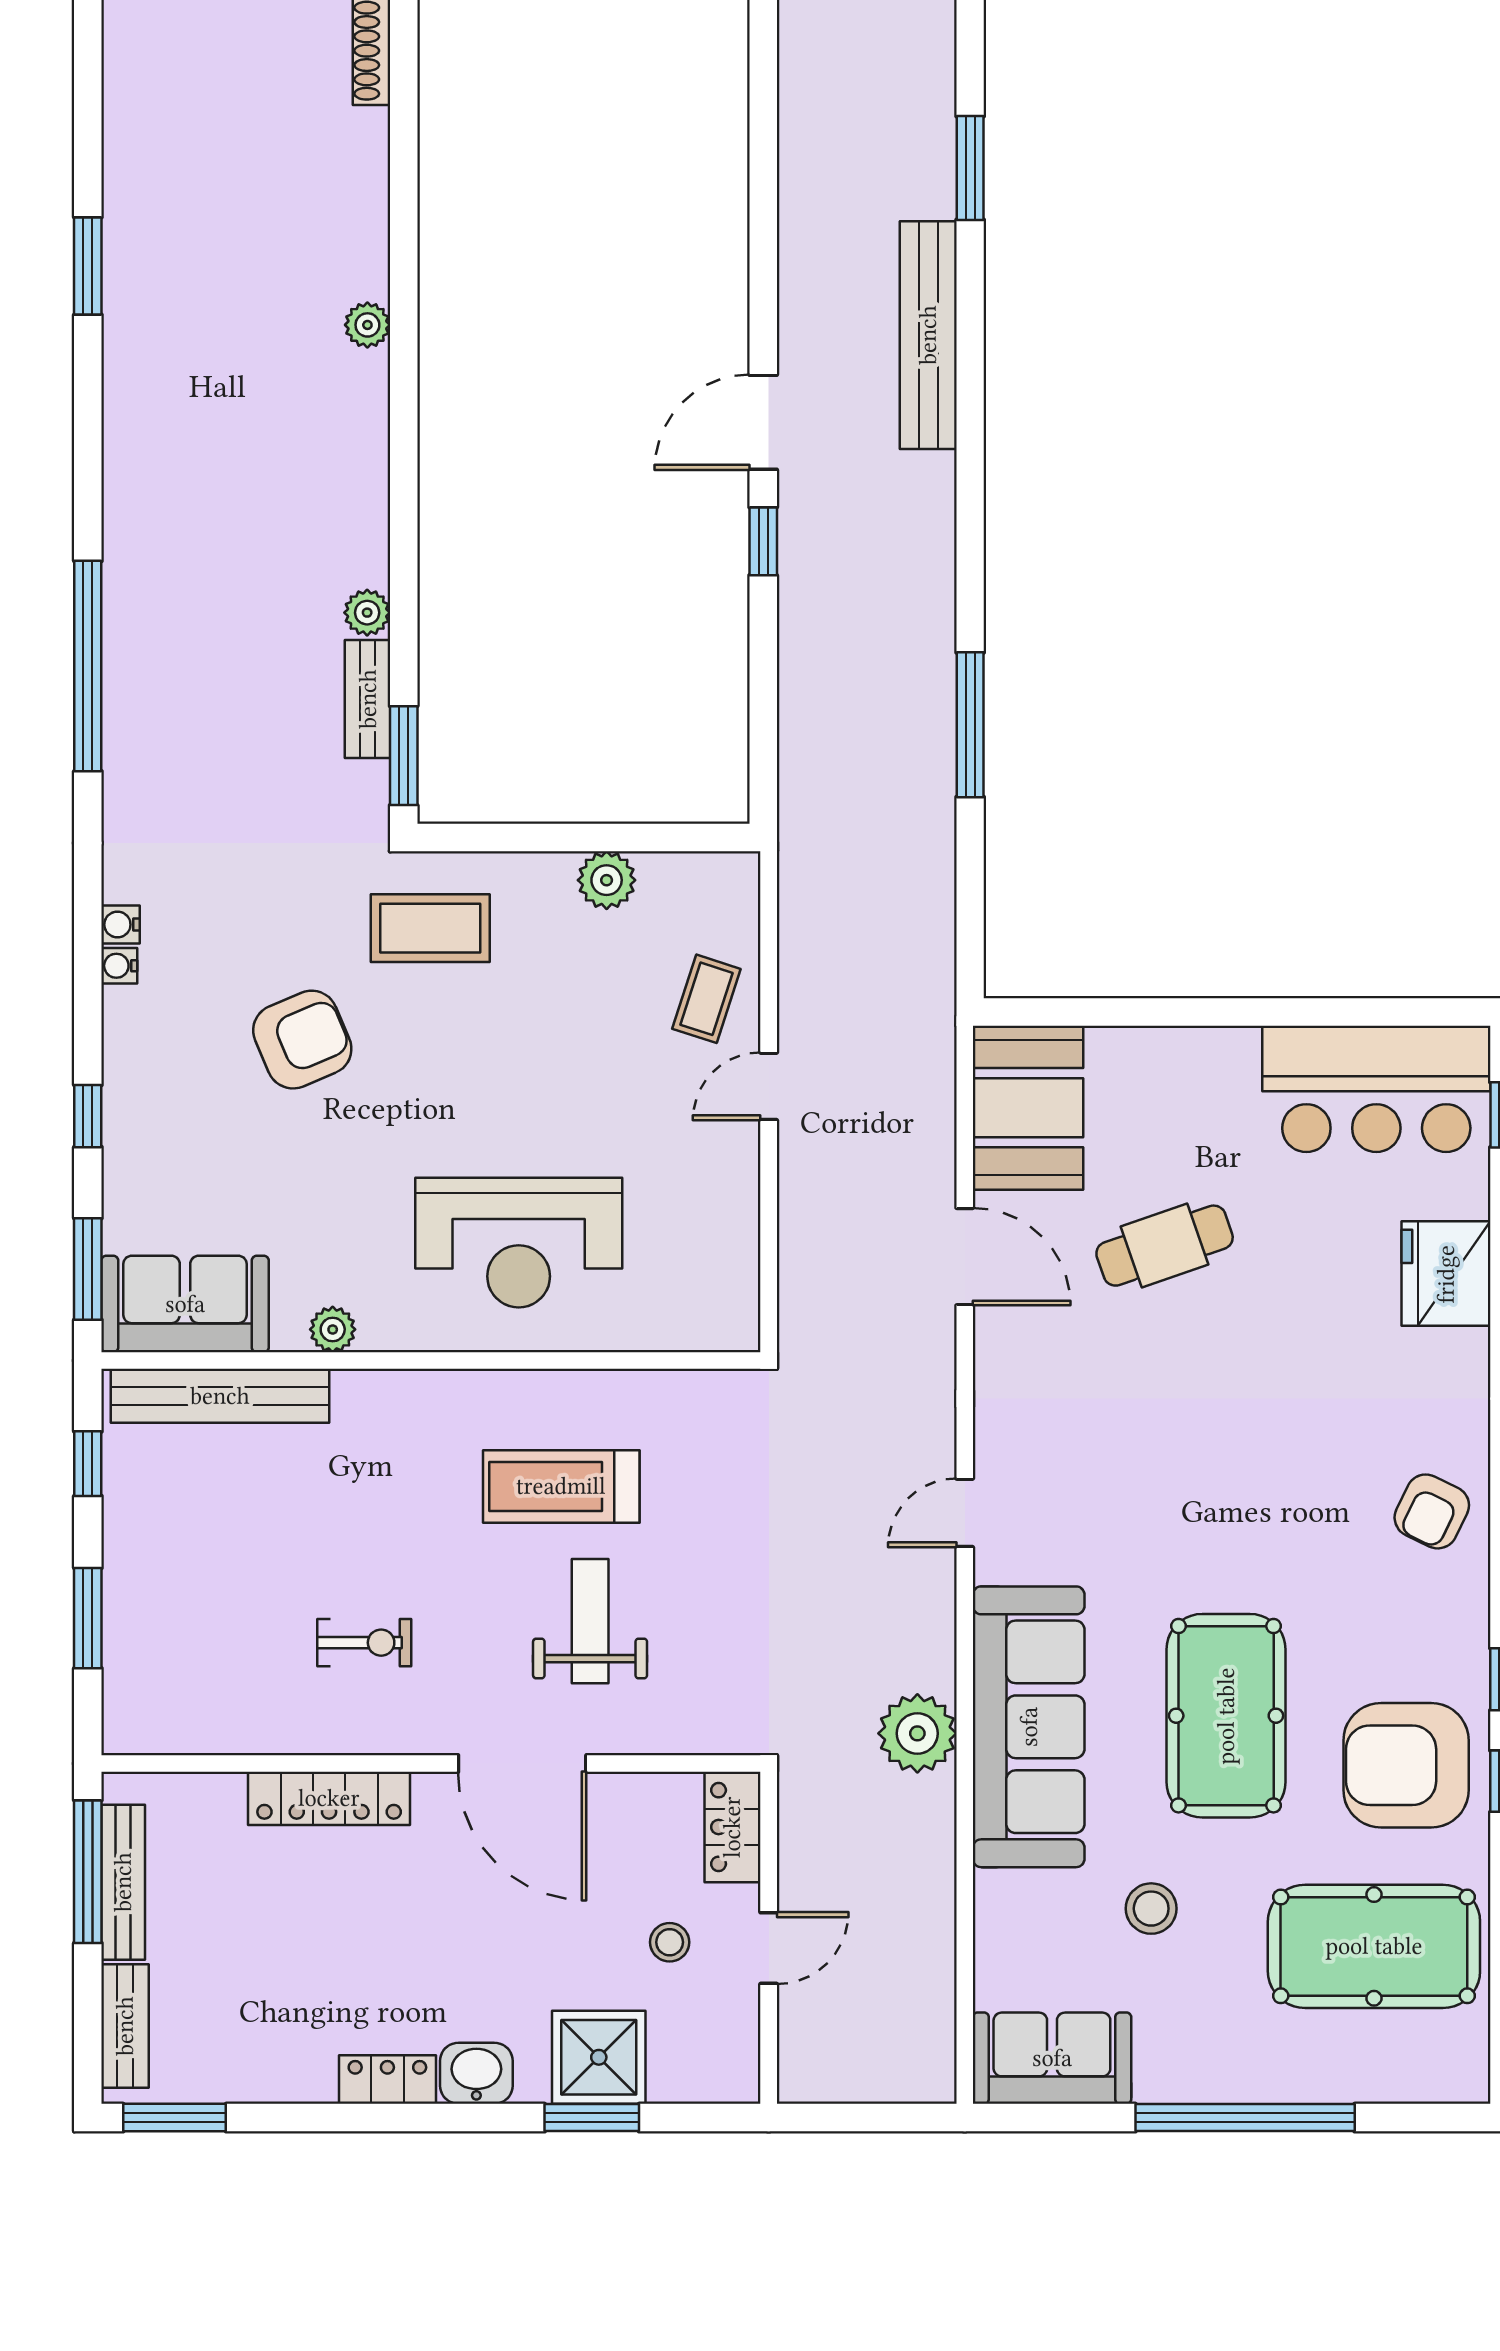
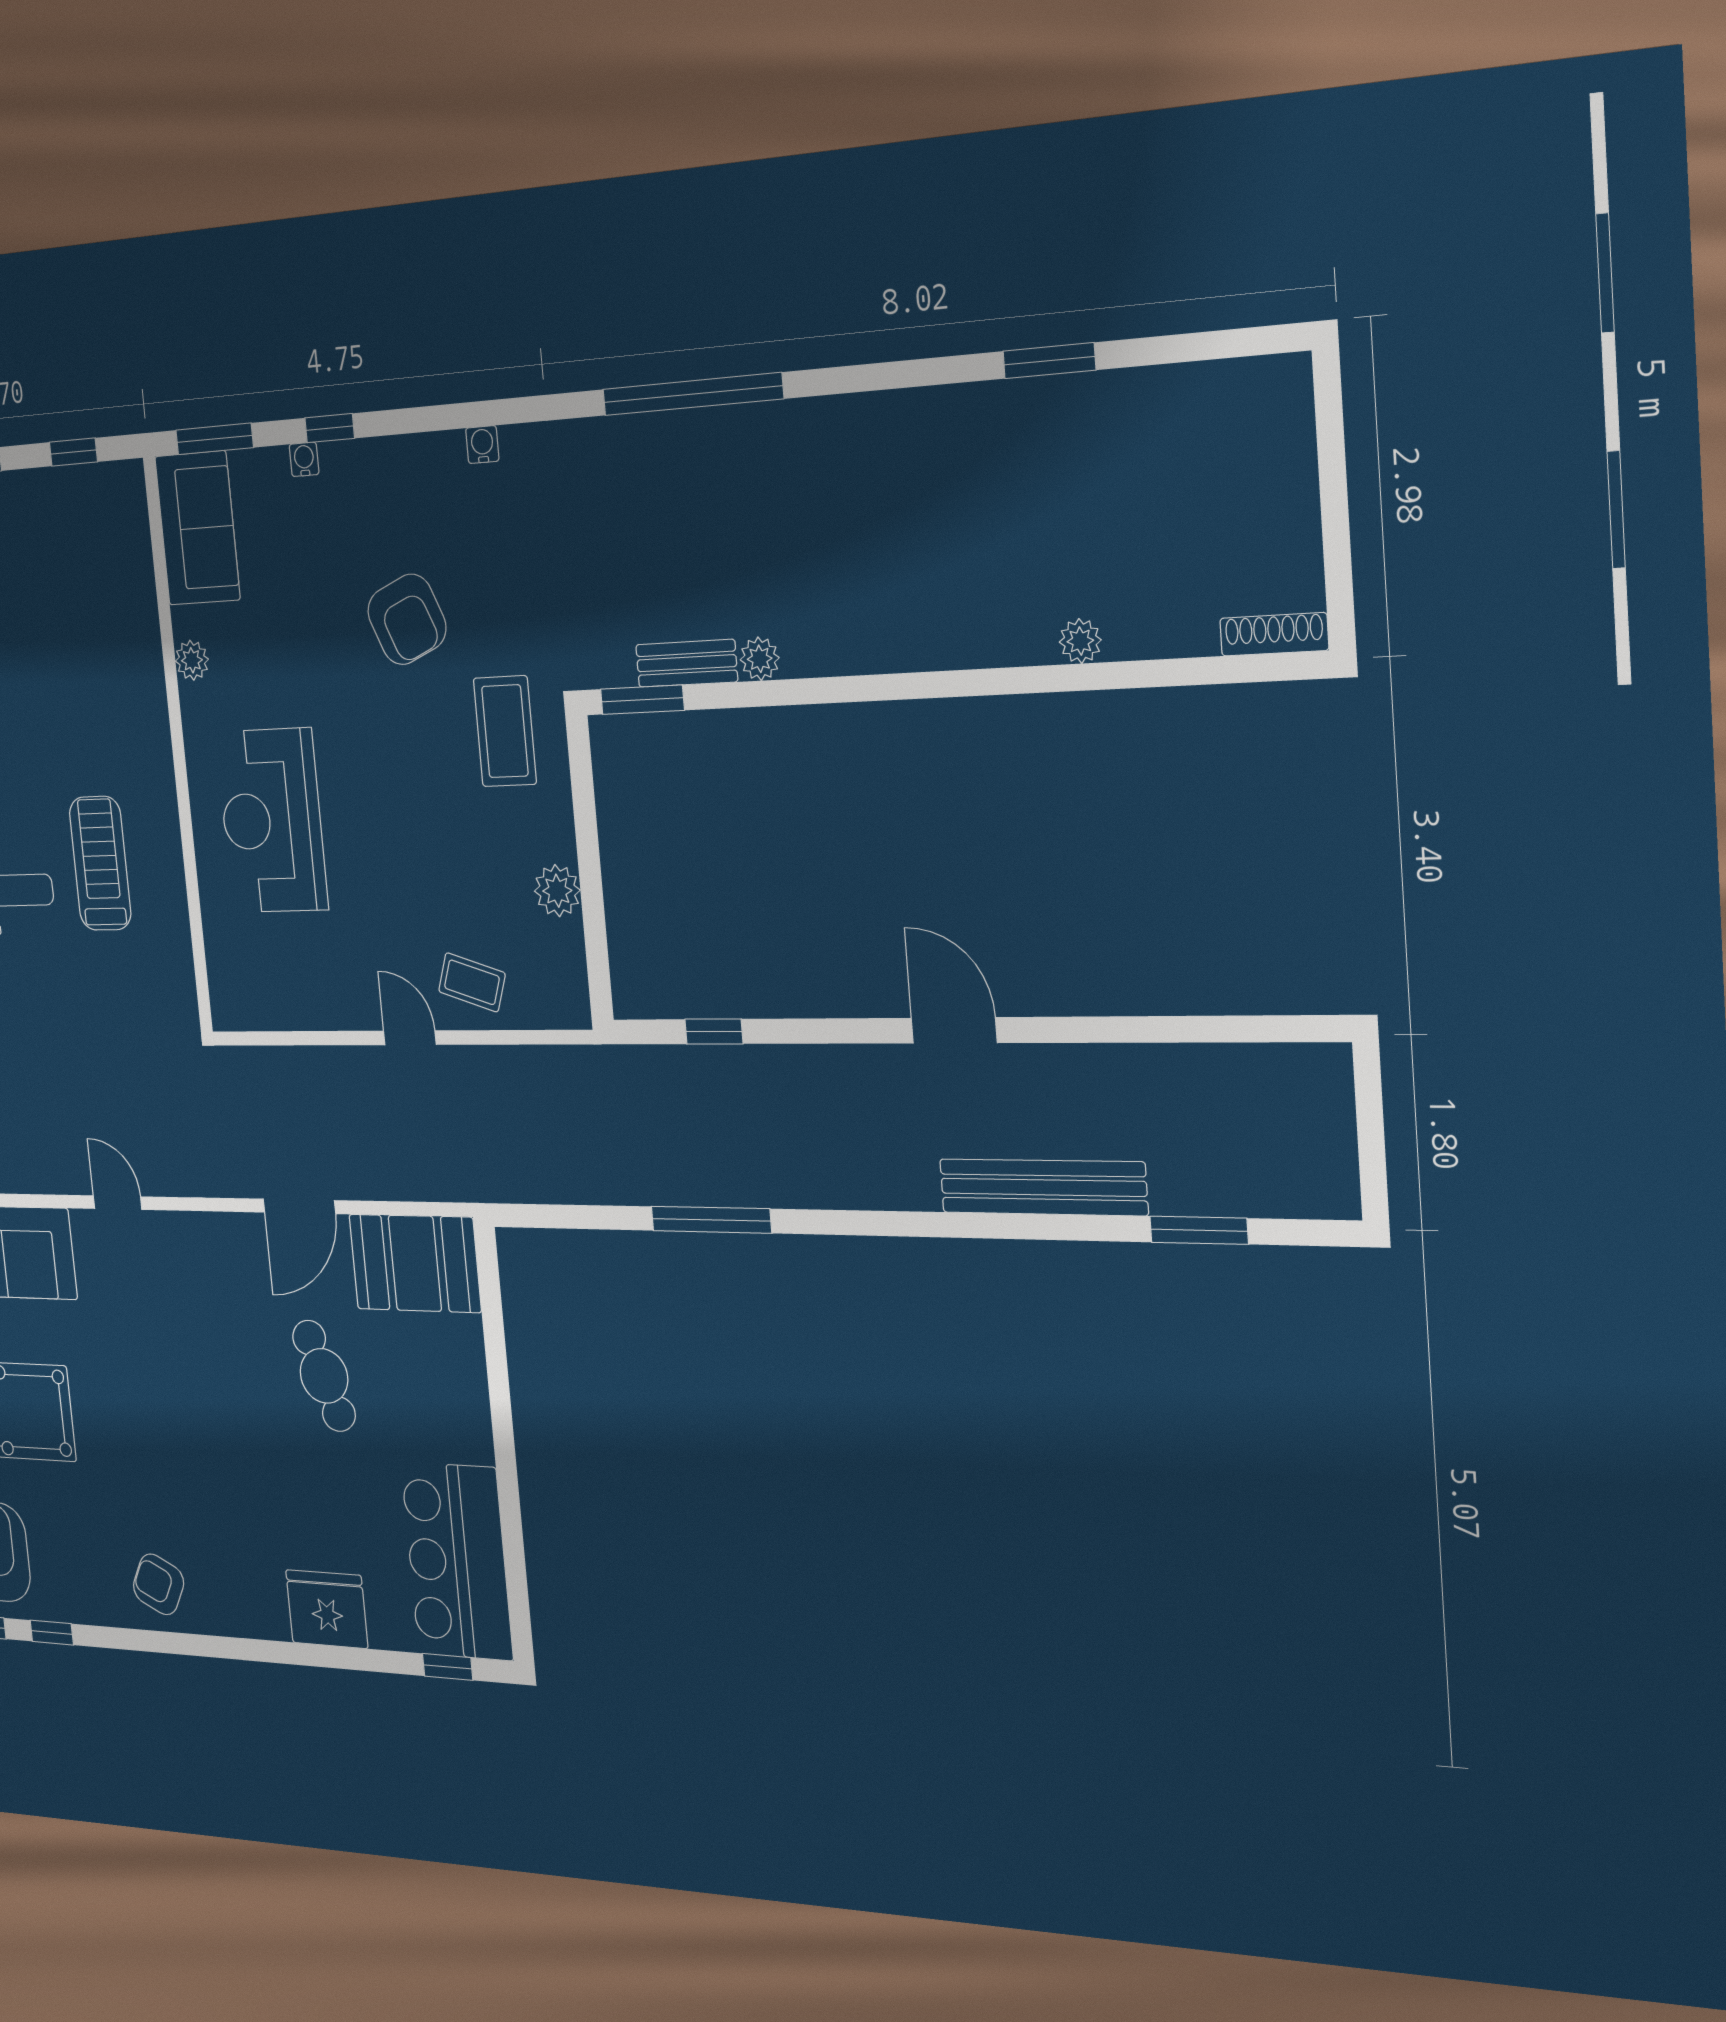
plant: (367, 325) -> (1080, 641), moved
window: (763, 541) -> (714, 1032), moved
water cooler: (119, 966) -> (304, 459), moved
bench: (220, 1396) -> (134, 564), removed

